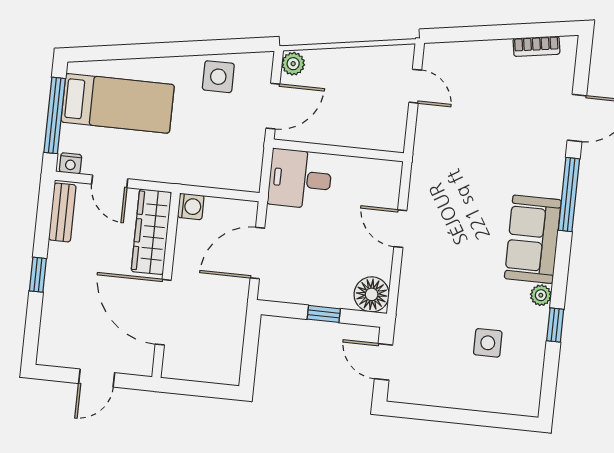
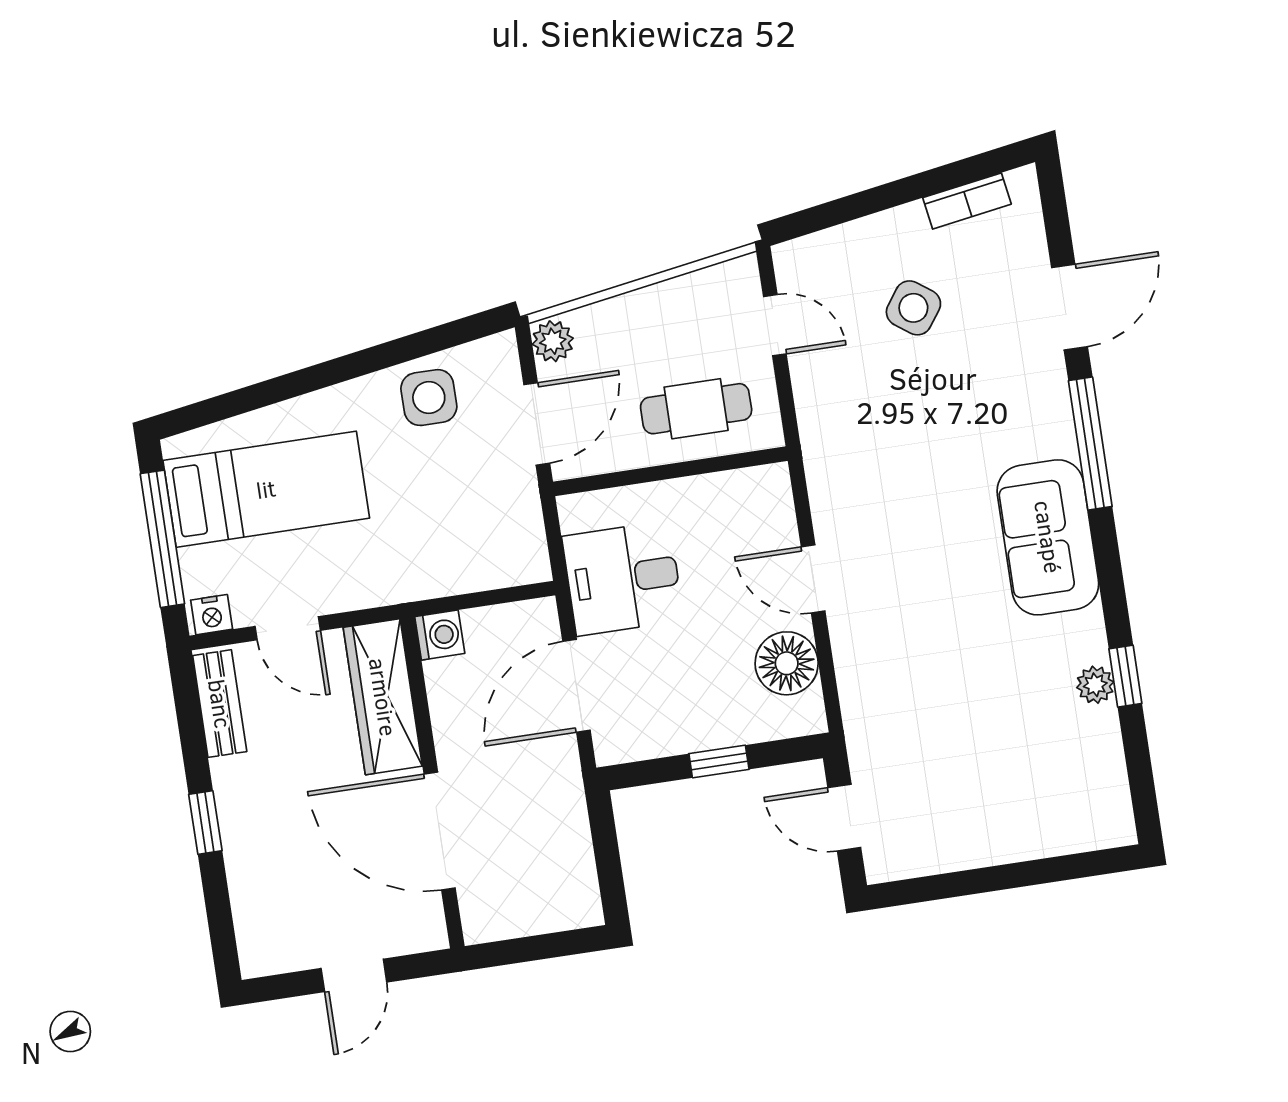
cafe table: (361, 120) -> (696, 409), added
desk: (300, 179) -> (623, 578), moved
floor lamp: (372, 294) -> (787, 663), moved
plant: (541, 295) -> (1095, 685), moved
side table: (488, 343) -> (913, 308), moved, turned 36

